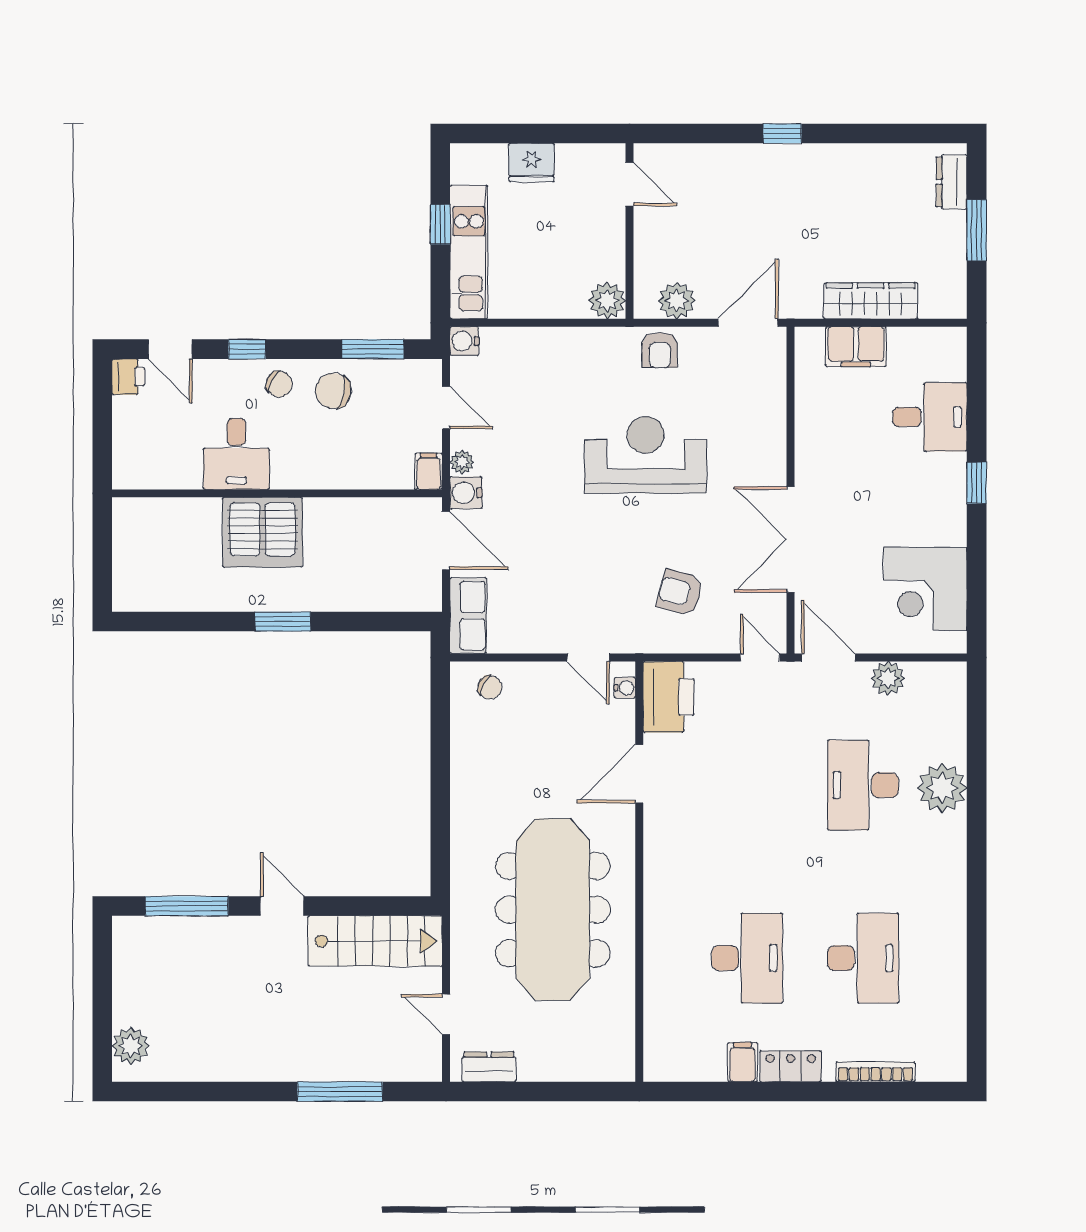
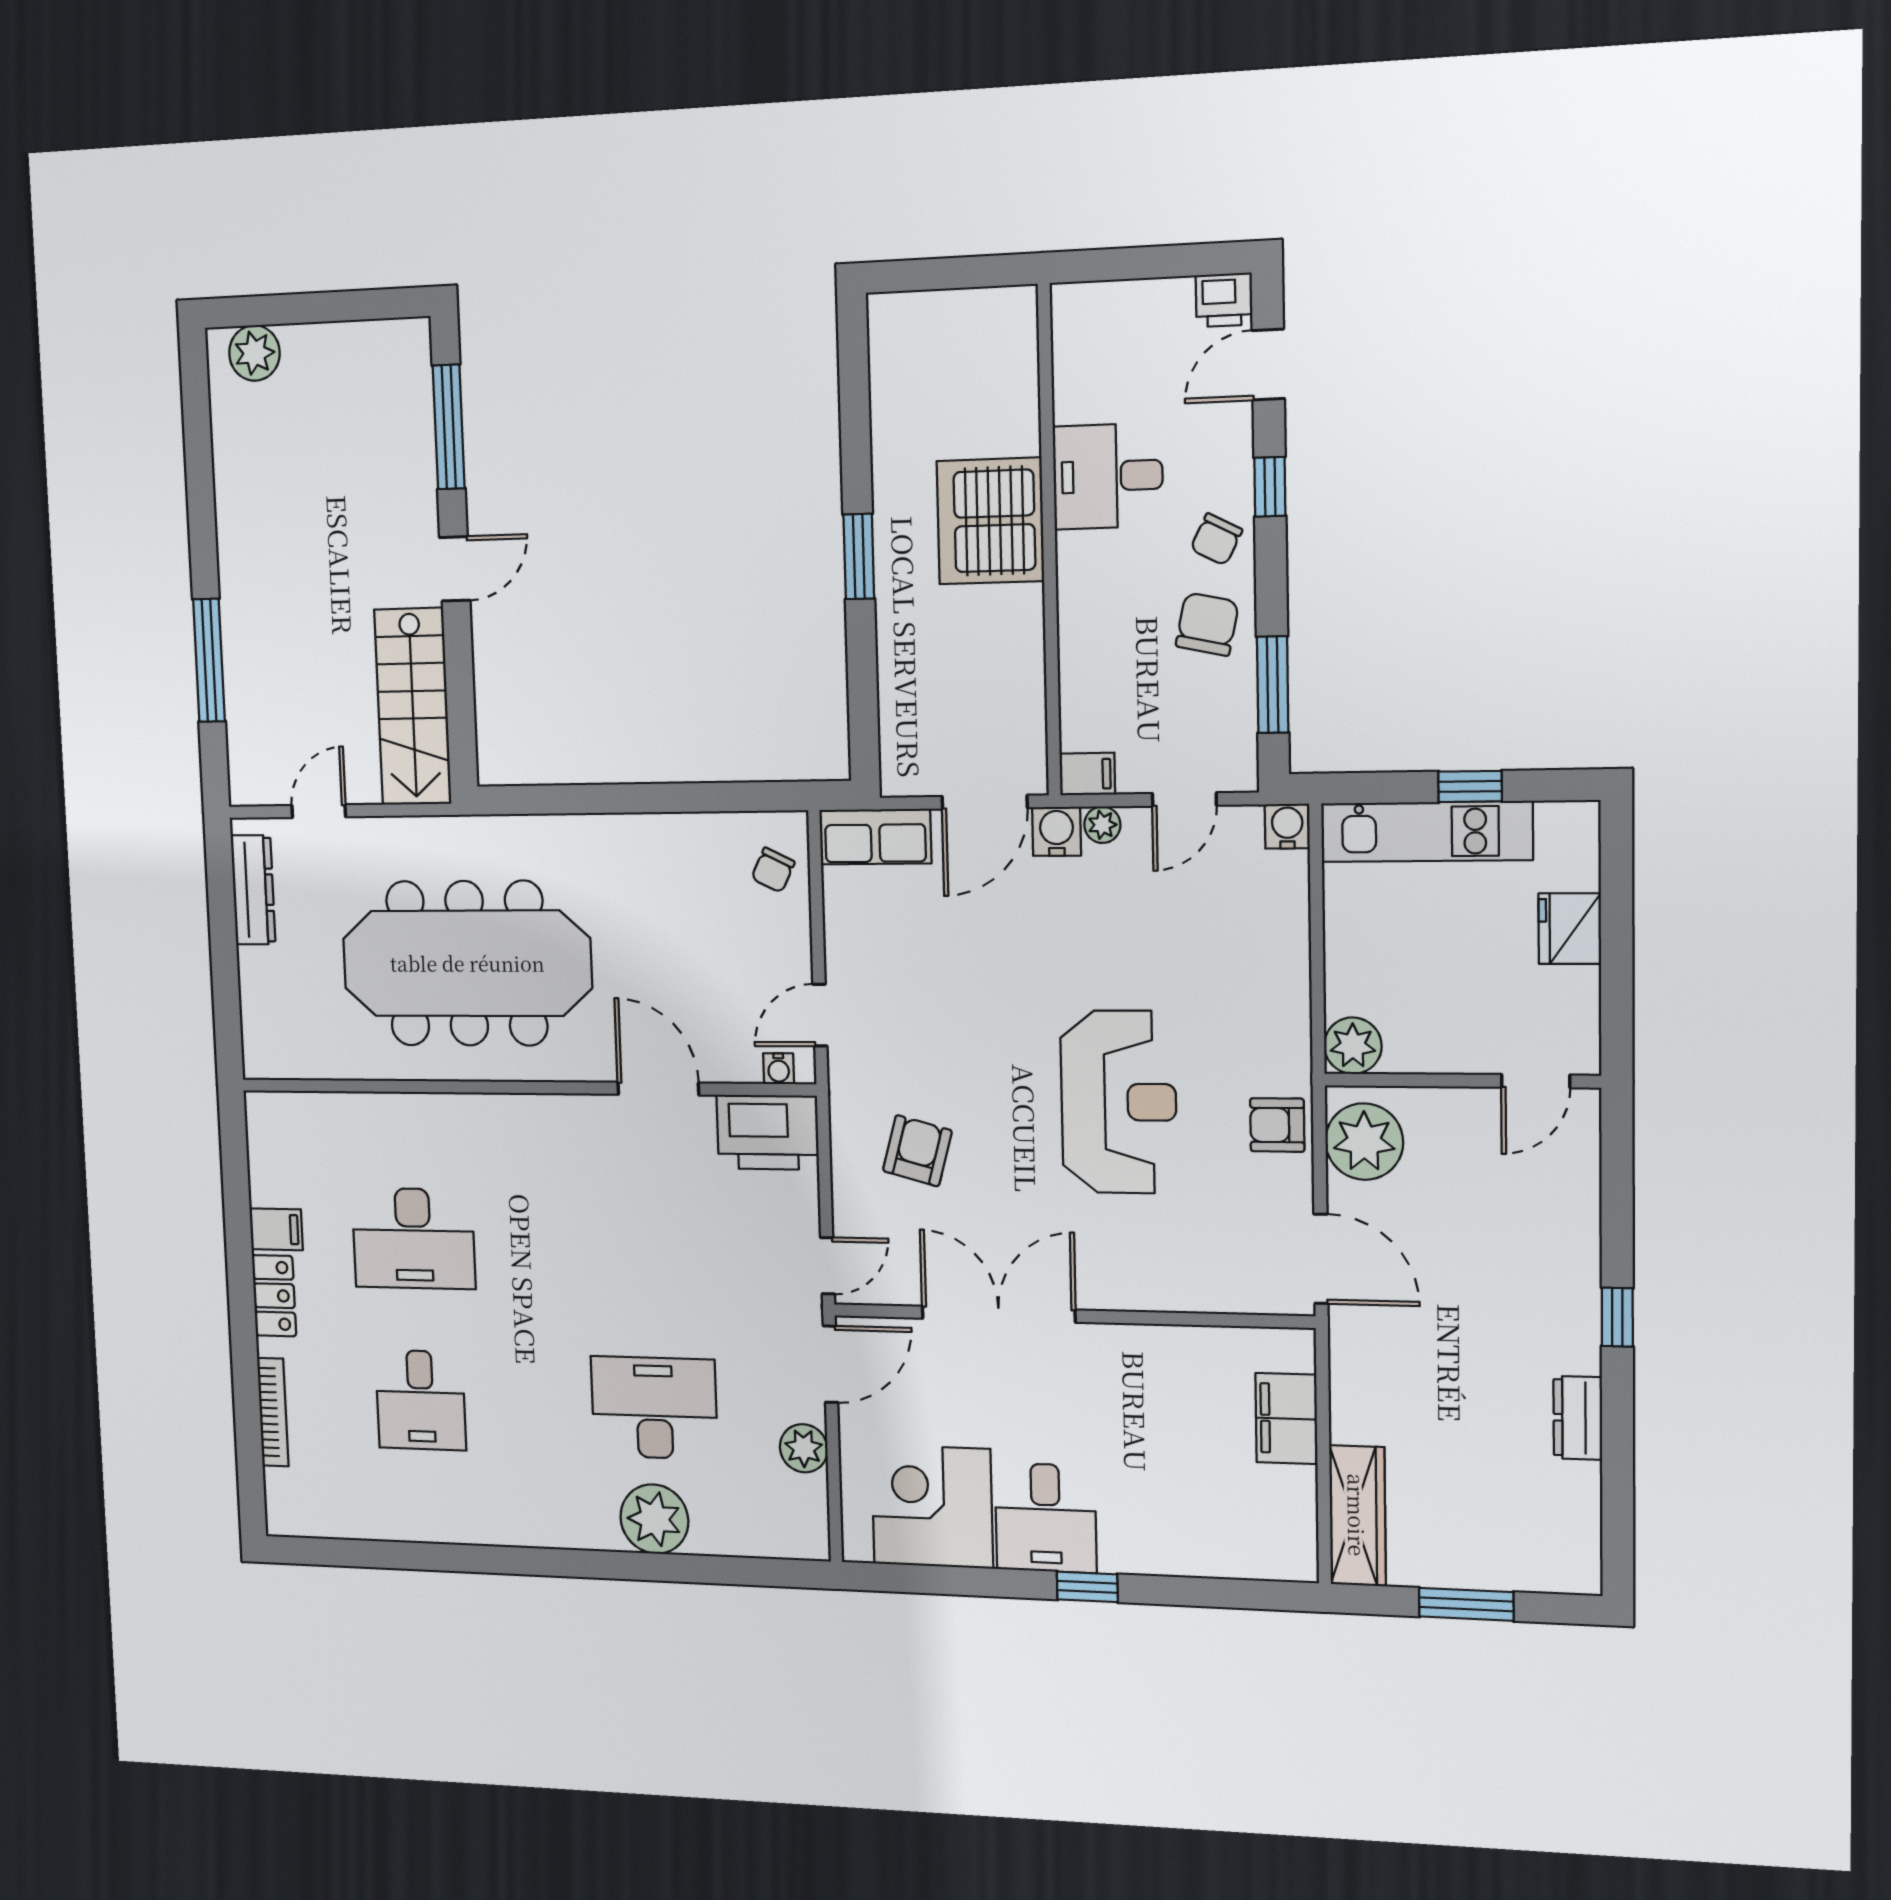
dresser: (952, 182) -> (1578, 1418), moved, turned -90
plant: (677, 300) -> (1364, 1142), width x1.36, depth x1.36
wardrobe: (871, 301) -> (1357, 1515), moved
desk: (930, 417) -> (1046, 1518), moved
desk: (863, 958) -> (421, 1400), width x0.73
dresser: (489, 1067) -> (253, 890), width x1.44

